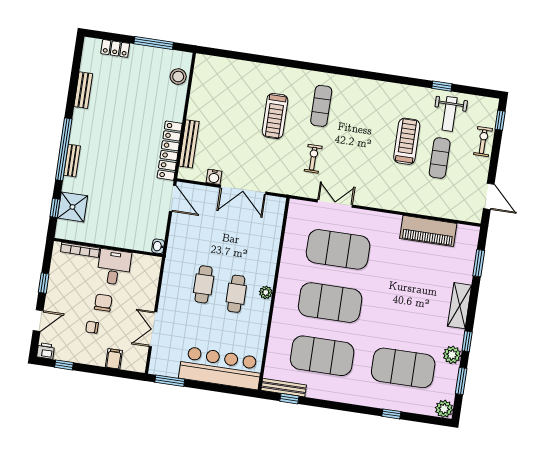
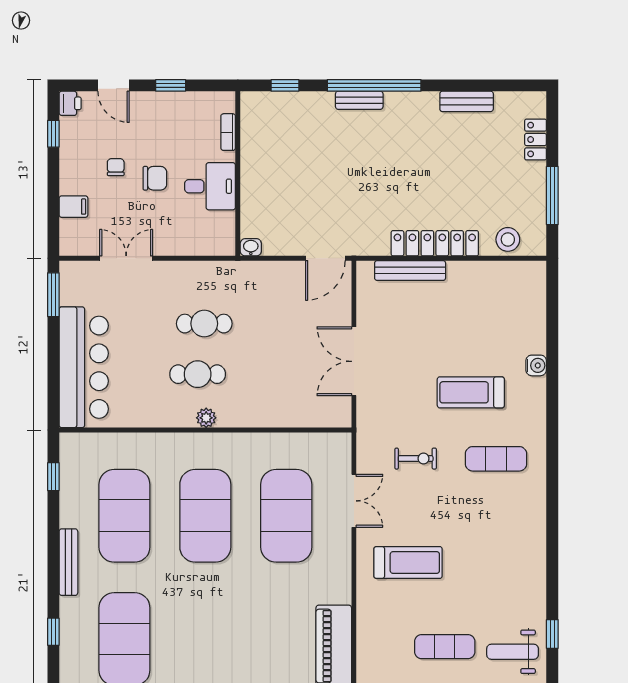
treadmill: (407, 141) -> (408, 562), moved
locker: (170, 151) -> (435, 243), moved
water cooler: (214, 177) -> (536, 365), moved, turned 180
shower: (72, 207) -> (290, 111), removed
bookcase: (80, 250) -> (228, 132), width x0.64
bench: (284, 388) -> (68, 562), moved

